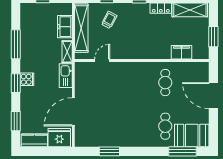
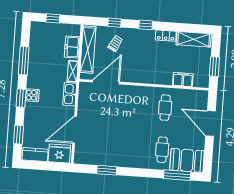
door: (102, 60) -> (106, 82), width x1.88

